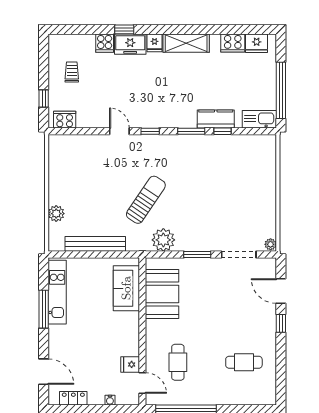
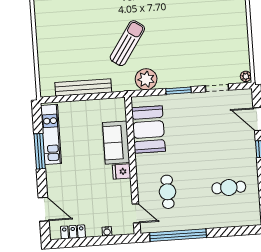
plant: (56, 214) -> (45, 62), removed
doorway: (239, 254) -> (217, 88), width x0.73
sofa: (126, 288) -> (116, 143), moved
fridge: (130, 364) -> (122, 172), moved

